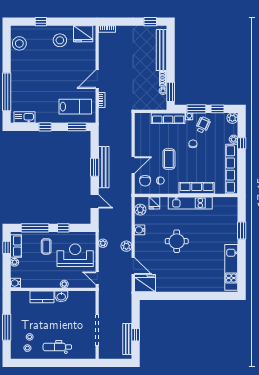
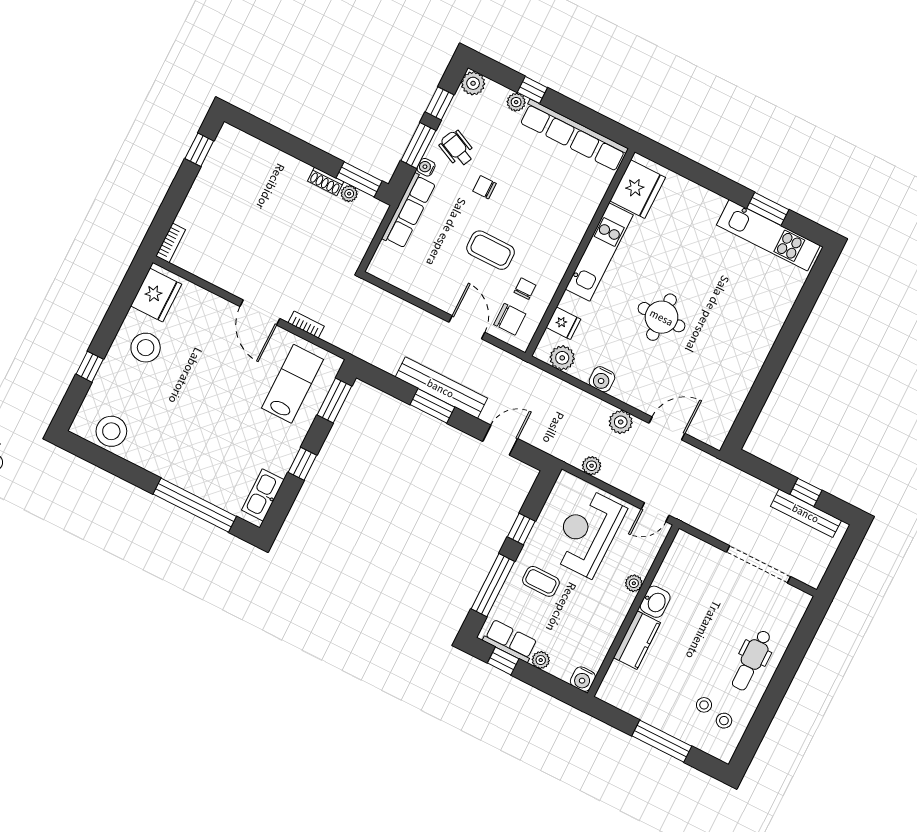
bench: (162, 50) -> (267, 156), removed
row of seats: (197, 188) -> (576, 225), removed
window: (242, 230) -> (768, 209), moved
fridge: (145, 283) -> (638, 189), moved, turned 180

